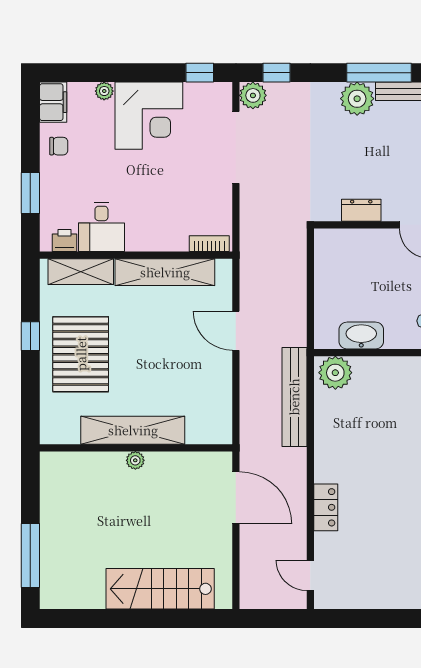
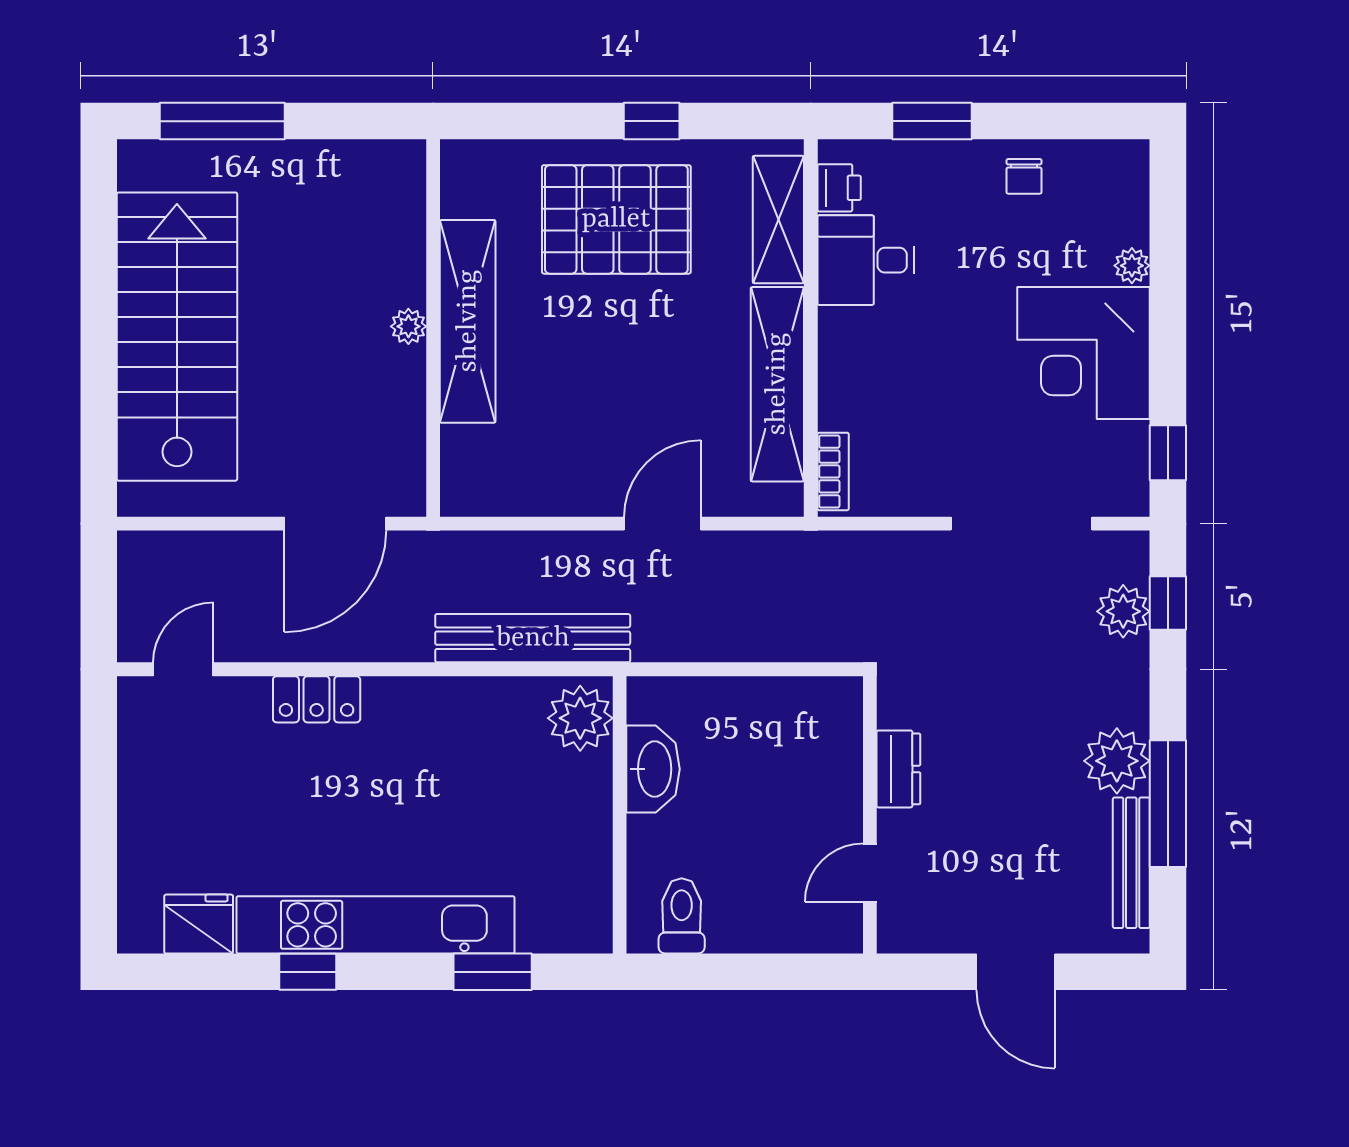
plant: (253, 95) -> (1123, 611), moved
filing cabinet: (53, 102) -> (1110, 166), removed
stairs: (160, 589) -> (177, 337), width x1.36, depth x1.51

